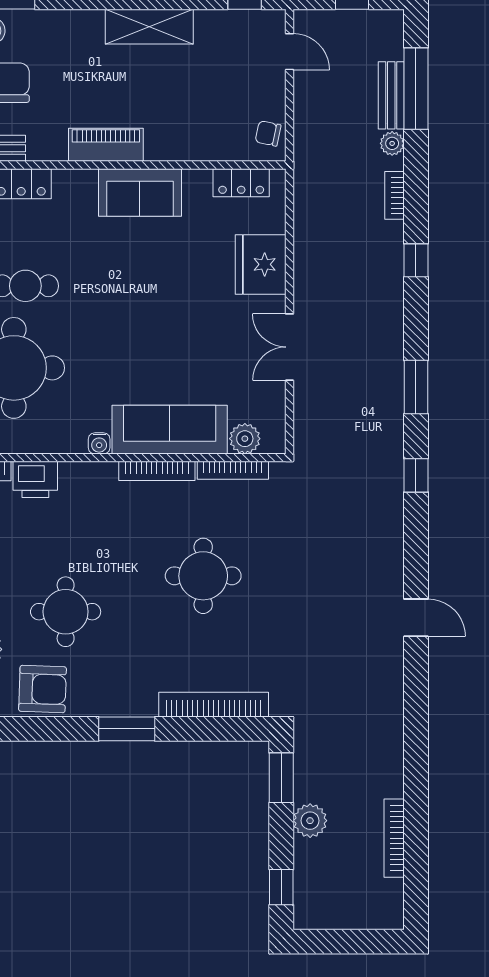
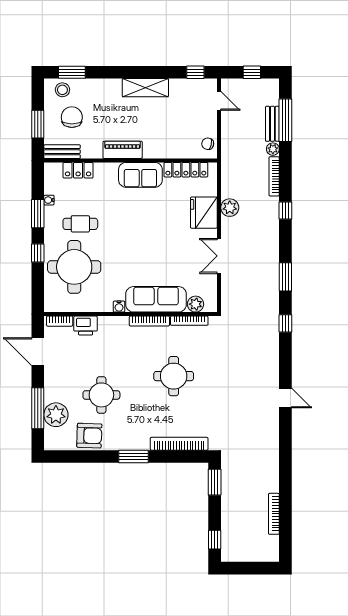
locker: (241, 183) -> (186, 170), width x1.53
bookcase: (395, 195) -> (274, 176), width x1.56
plant: (310, 821) -> (230, 208), moved

